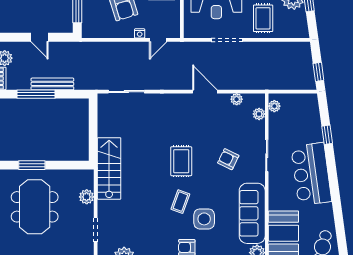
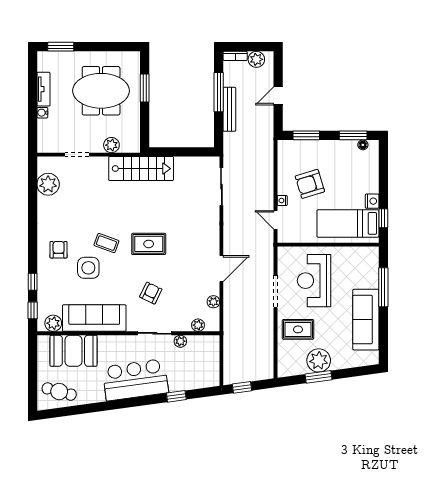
plant: (274, 106) -> (180, 341), moved

